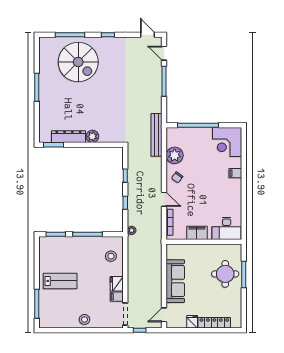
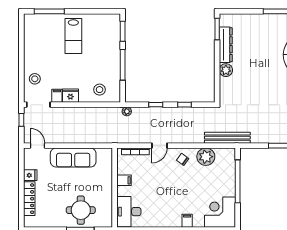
filing cabinet: (197, 233) -> (124, 180), width x0.50
stool: (85, 319) -> (35, 79), moved

